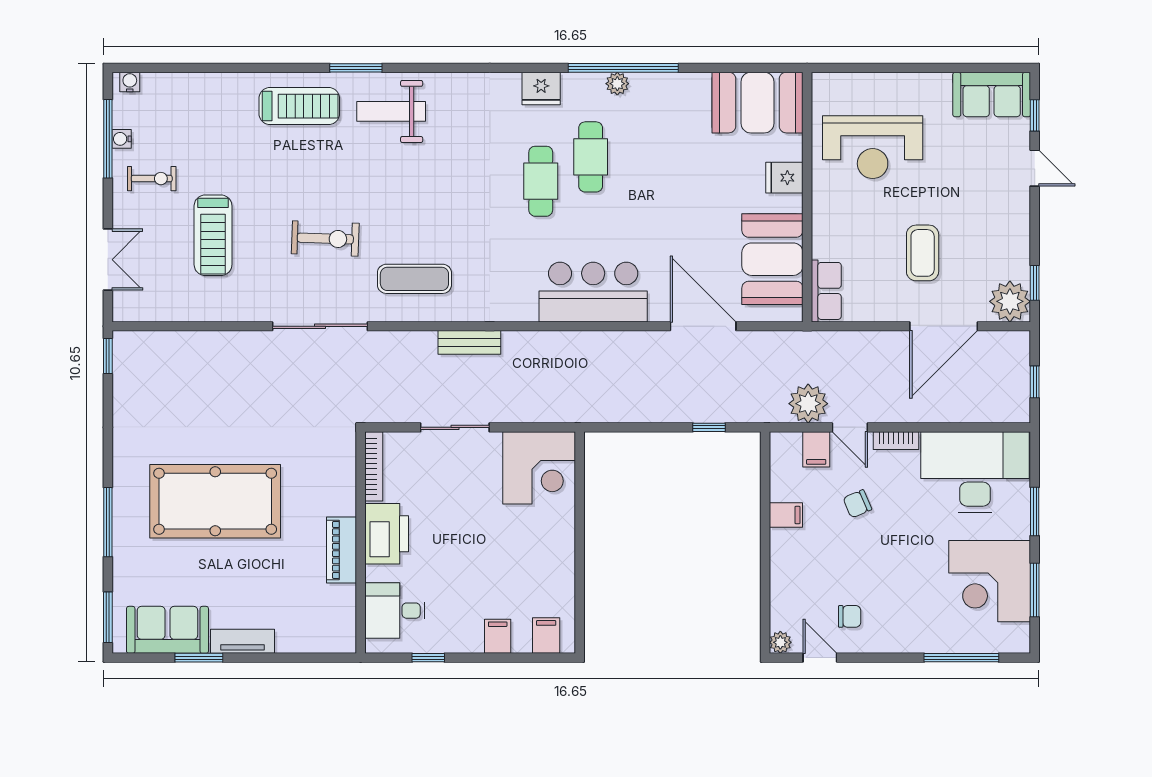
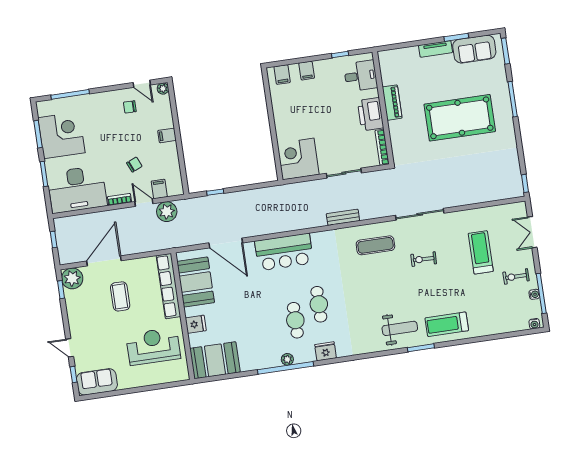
exercise bike: (325, 239) -> (424, 259), width x0.73, depth x0.72
row of seats: (826, 291) -> (168, 286), width x2.02
filing cabinet: (786, 515) -> (167, 135), moved

